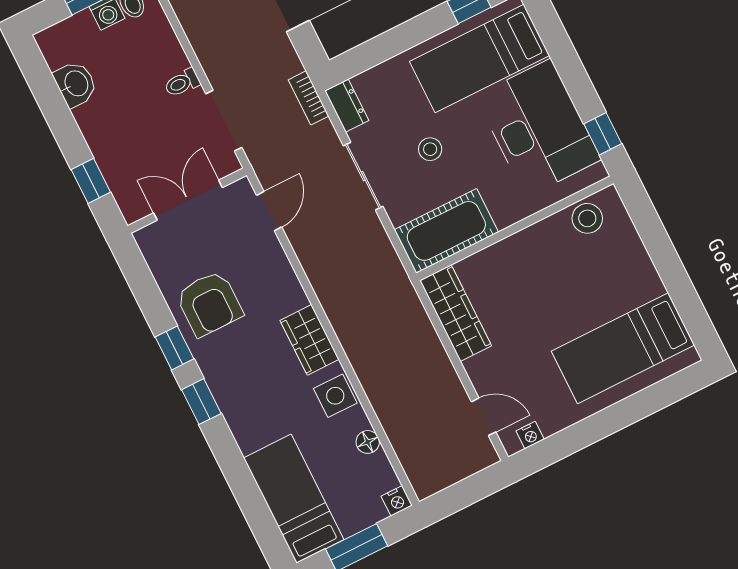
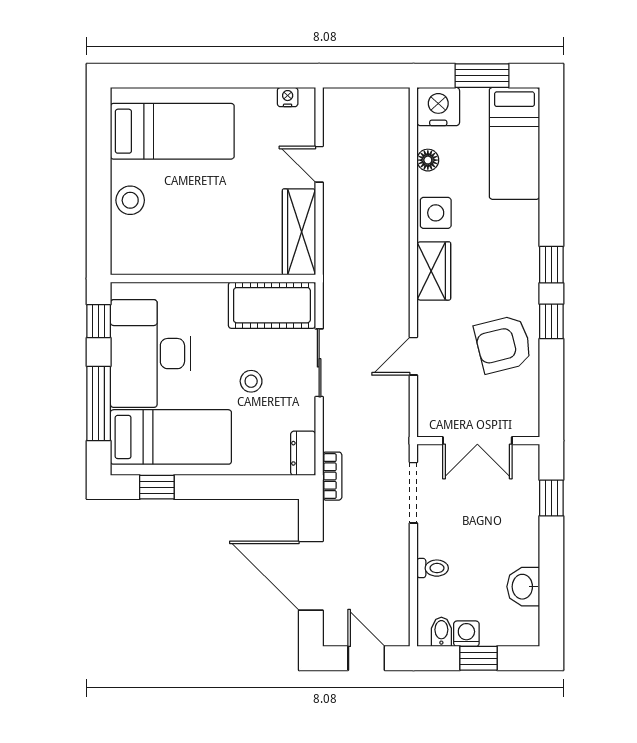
window: (564, 56) -> (99, 404), added
toilet: (182, 83) -> (433, 568), moved
sliding door: (363, 176) -> (319, 363), moved
door: (269, 211) -> (413, 356), moved
stool: (587, 218) -> (130, 200), moved
armchair: (209, 304) -> (503, 344), turned -104
door: (484, 417) -> (319, 164), moved
nightstand: (397, 501) -> (438, 106), width x1.89, depth x1.79

